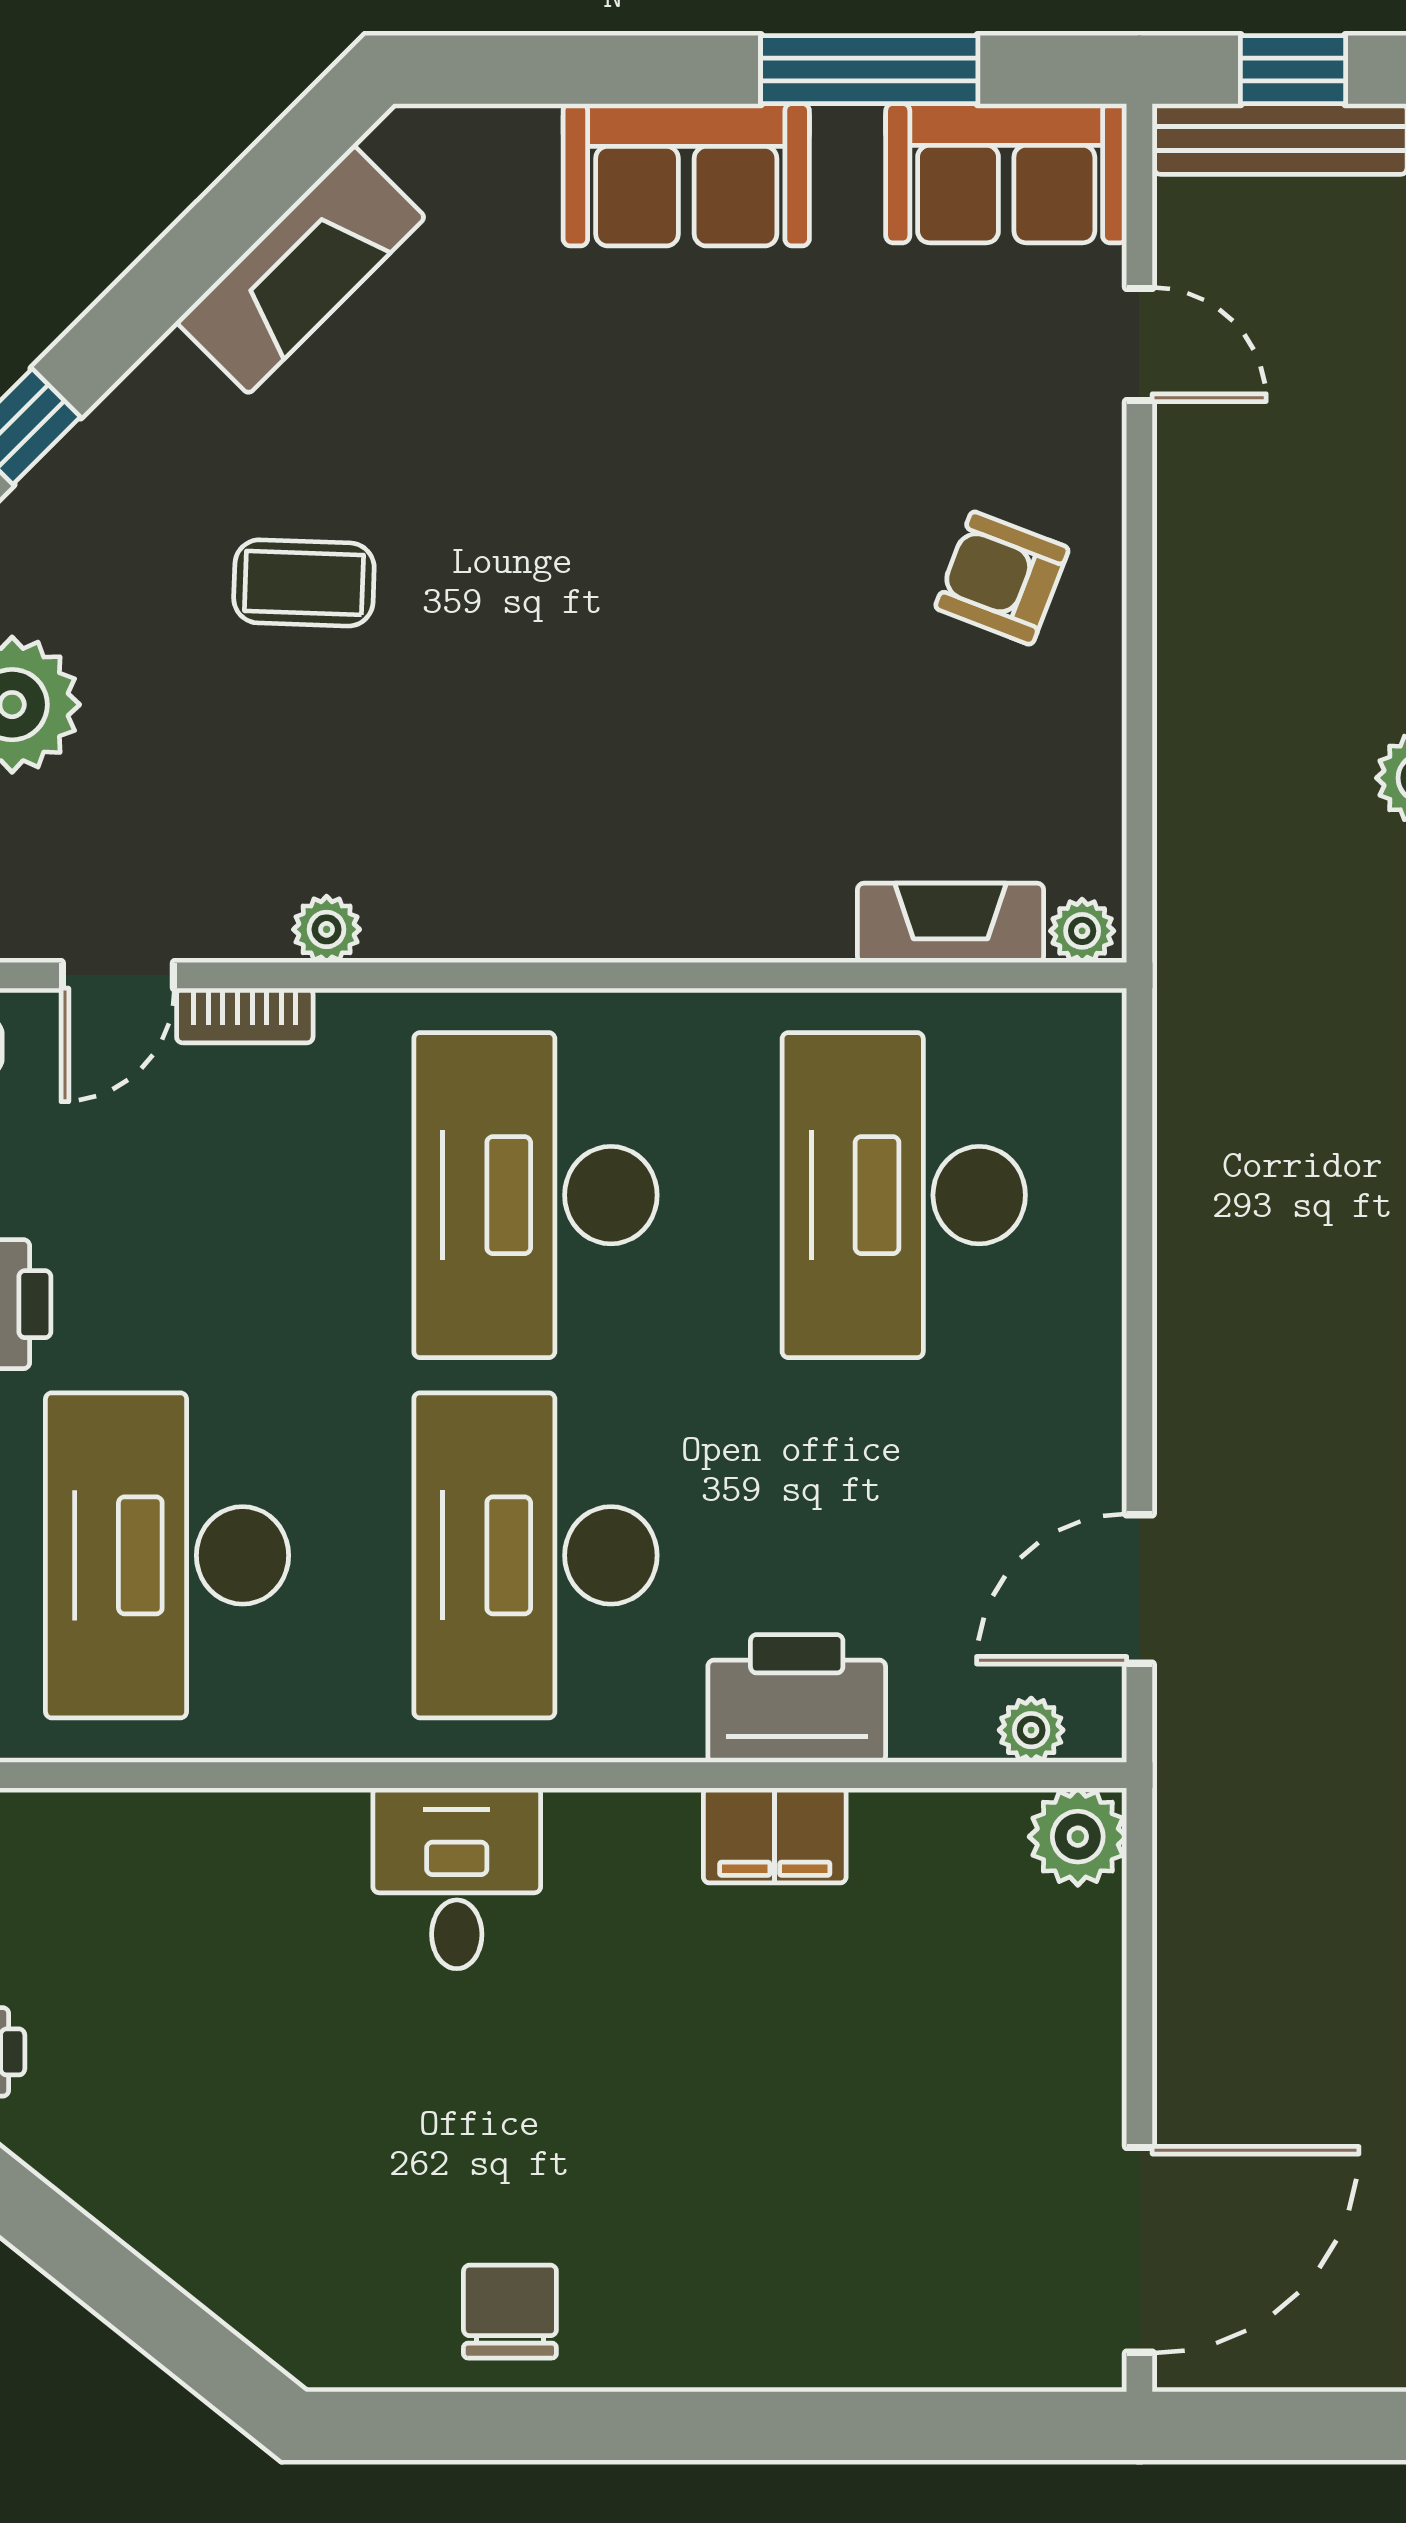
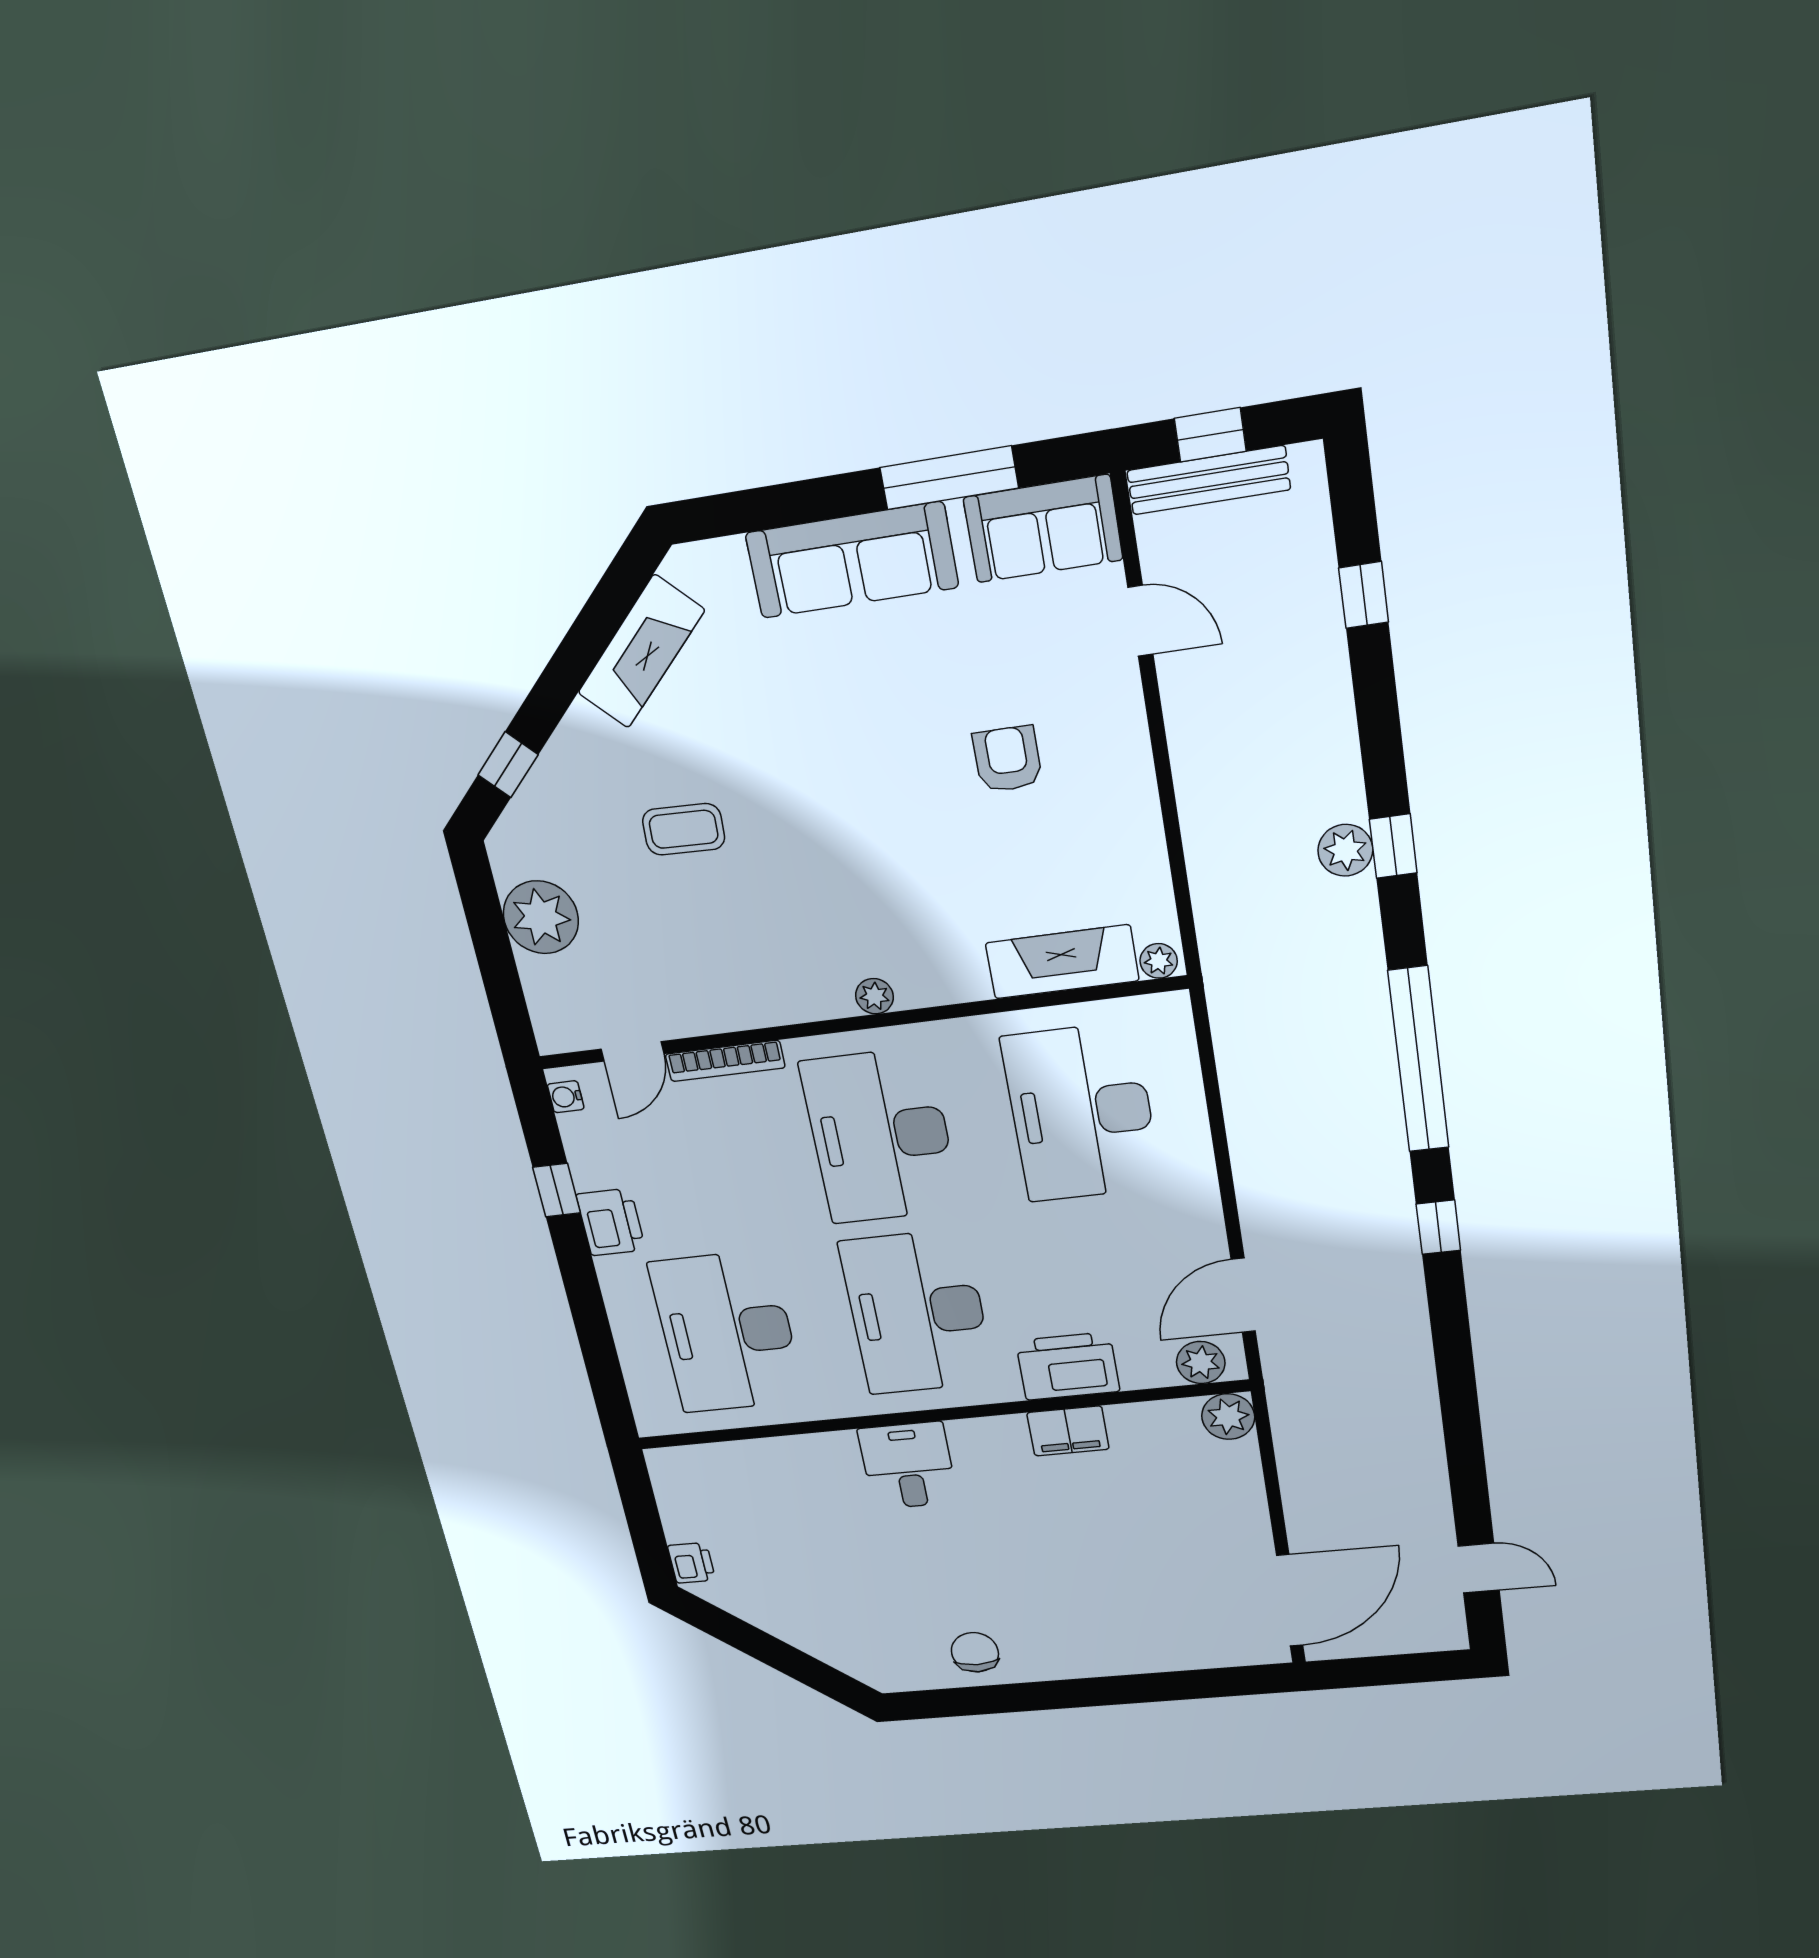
sofa: (686, 175) -> (852, 560), width x1.36
armchair: (1002, 578) -> (1007, 759), moved, turned 69
fireplace: (950, 923) -> (1062, 962), width x1.37, depth x1.32
plant: (327, 929) -> (874, 996), moved
bookcase: (245, 1016) -> (725, 1061), width x1.56
plant: (1031, 1730) -> (1201, 1363), width x1.38, depth x1.38

